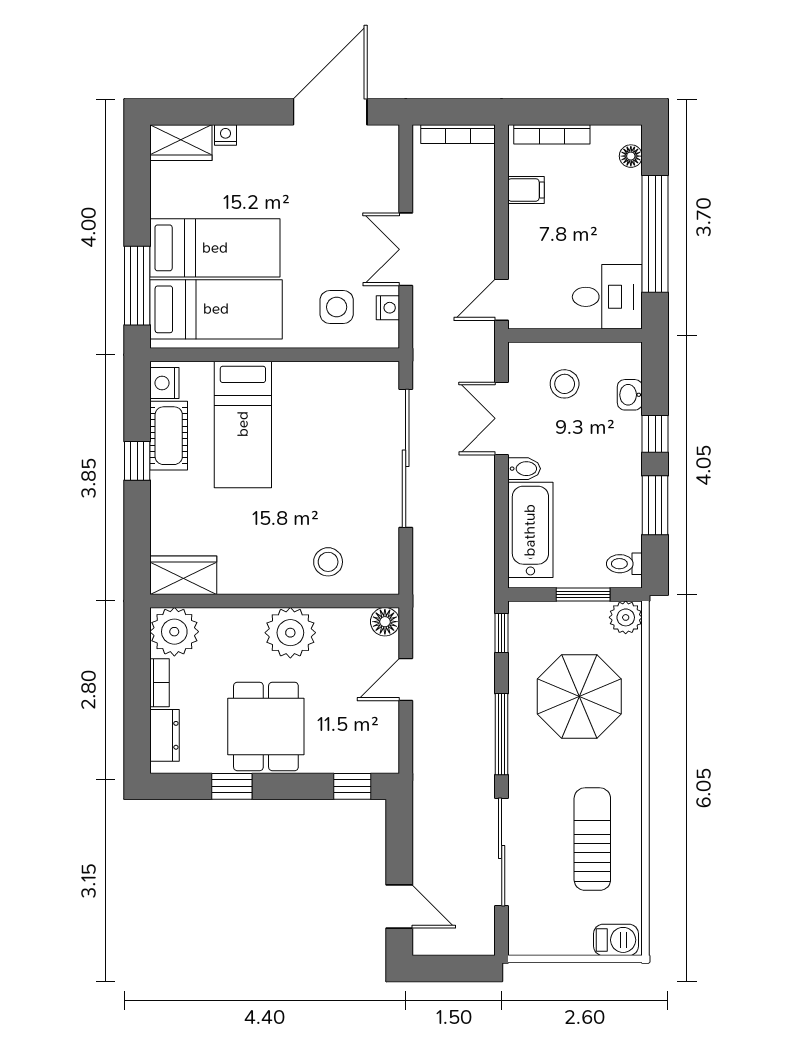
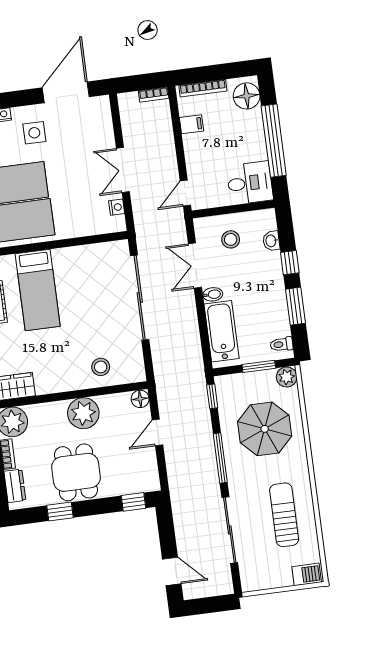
bookcase: (458, 134) -> (154, 95), width x0.64
floor lamp: (631, 156) -> (247, 96), width x1.89, depth x1.89
side table: (337, 307) -> (34, 133), moved

